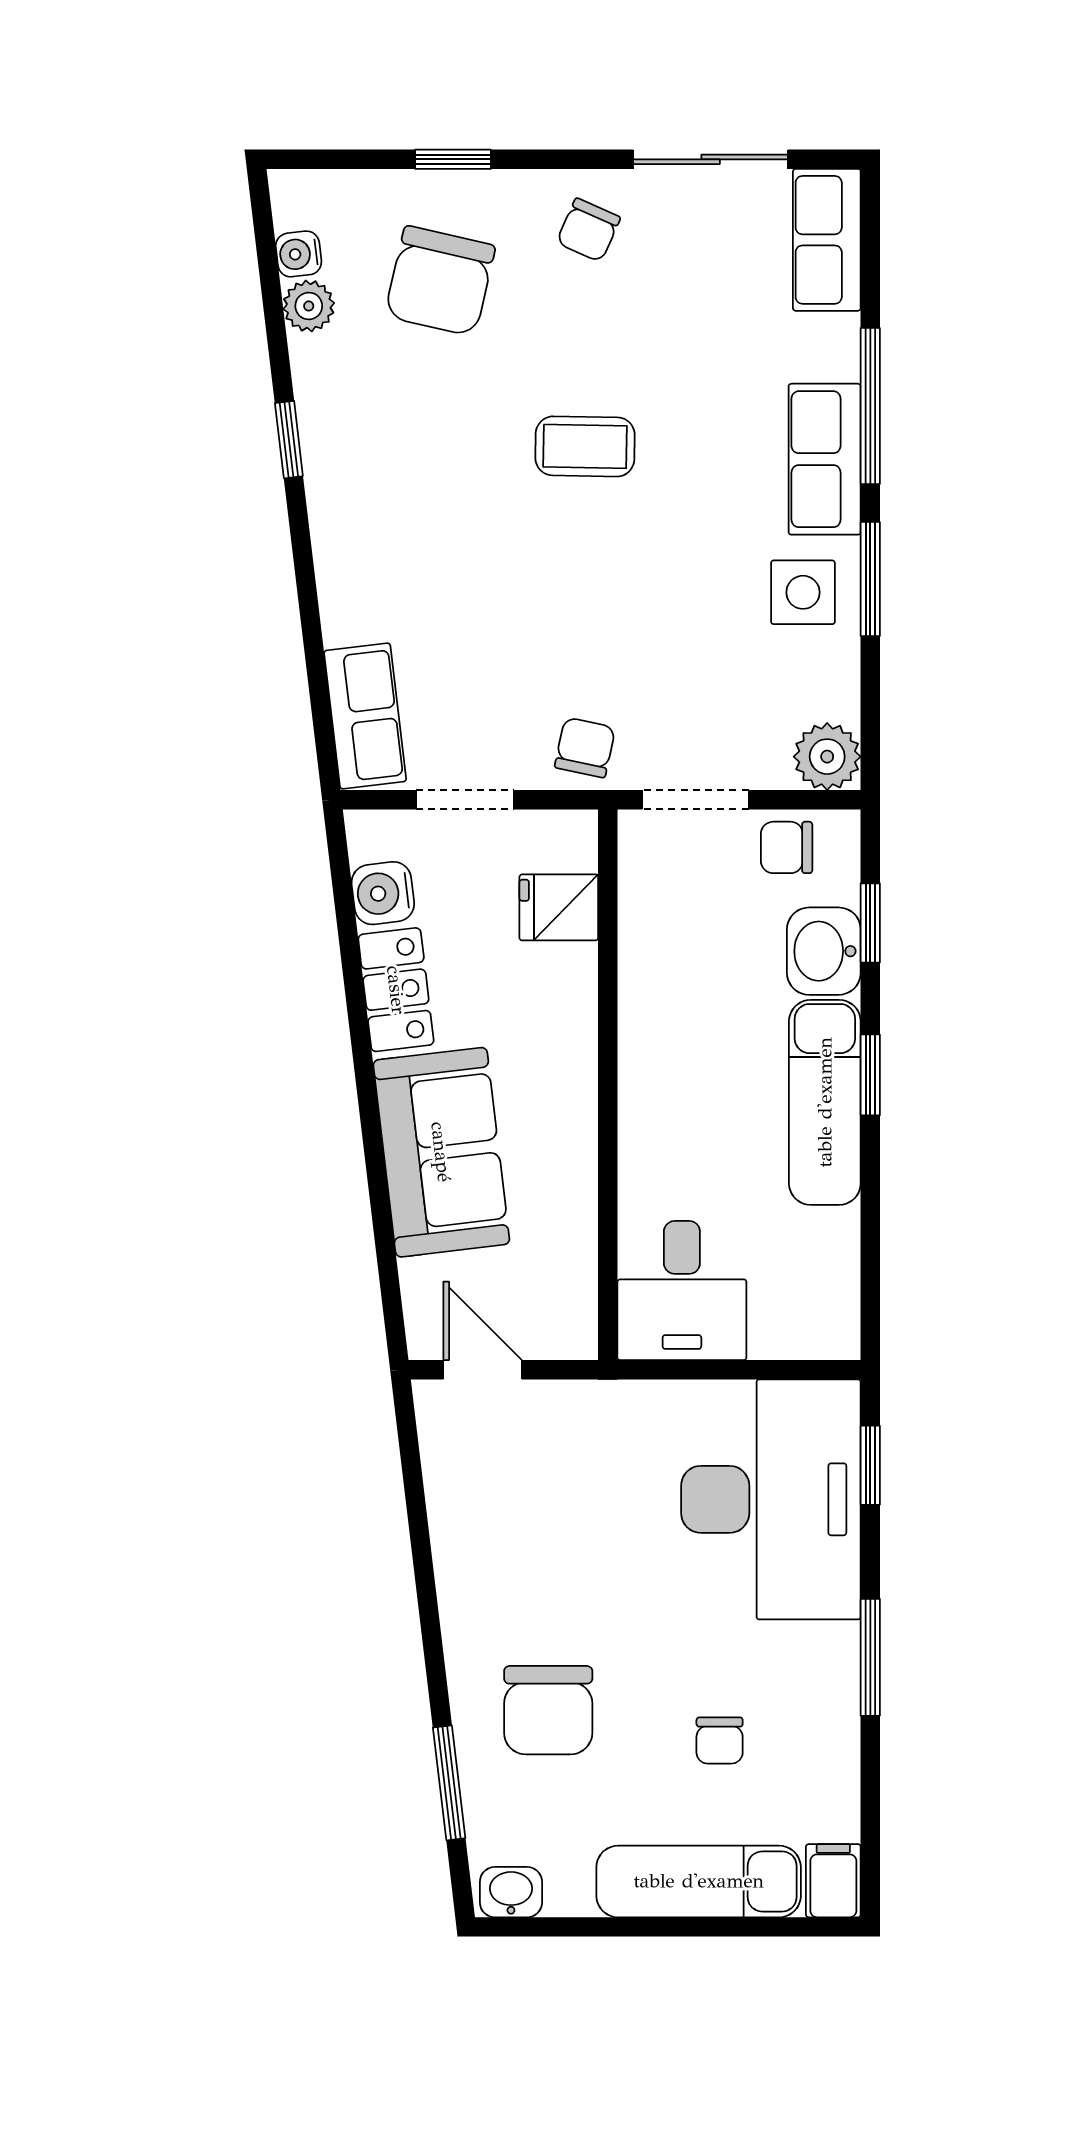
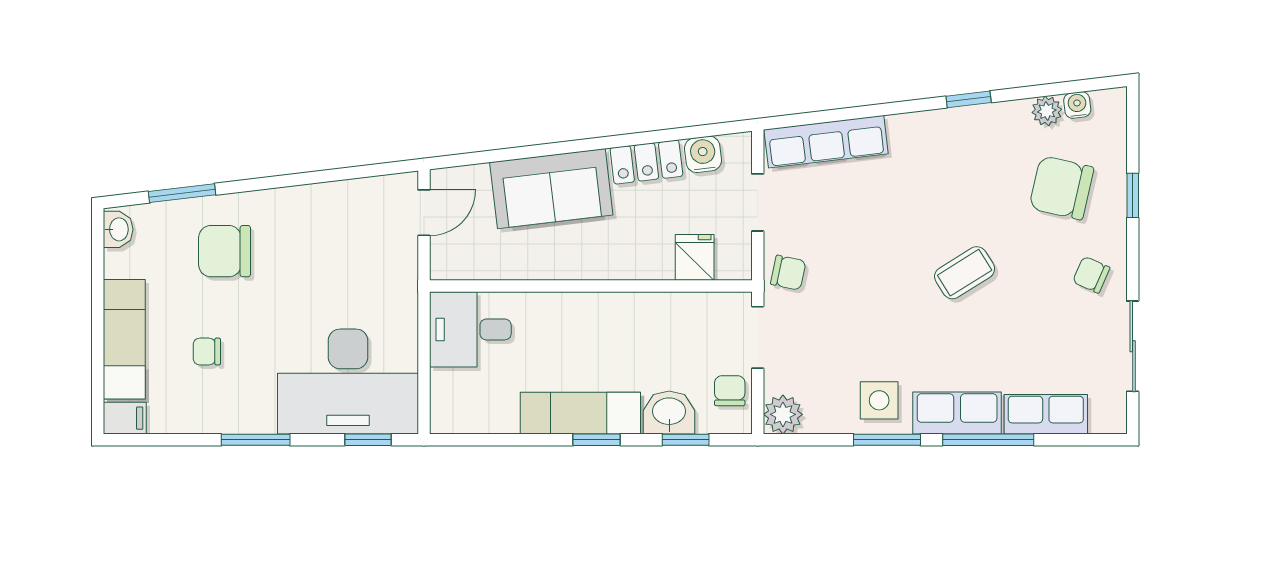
row of seats: (827, 240) -> (1046, 414), moved
coffee table: (585, 446) -> (965, 273), turned 57
row of seats: (365, 716) -> (826, 142), width x1.48

